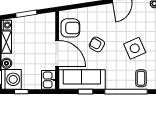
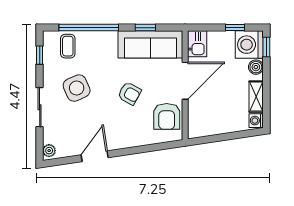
window: (26, 14) -> (228, 136), removed
armchair: (70, 28) -> (167, 116), turned -90
door: (57, 53) -> (185, 81), swing flipped

